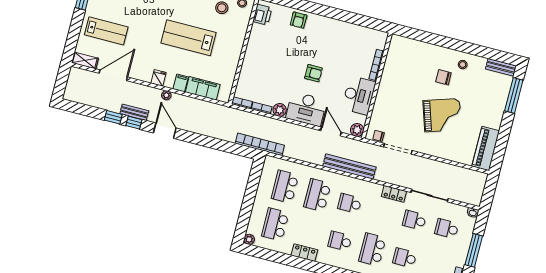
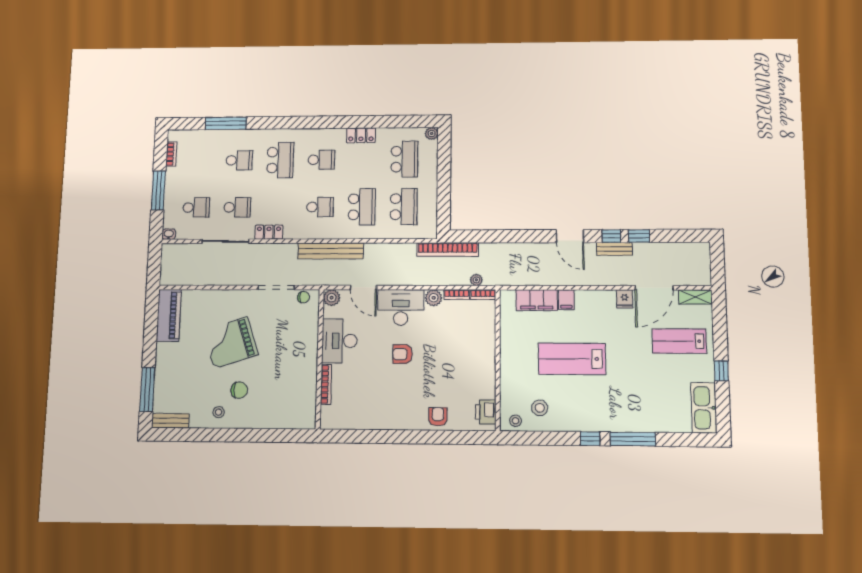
lab bench: (188, 38) -> (572, 359), turned 180
fridge: (158, 78) -> (625, 299), moved
plant: (166, 95) -> (476, 280), moved

